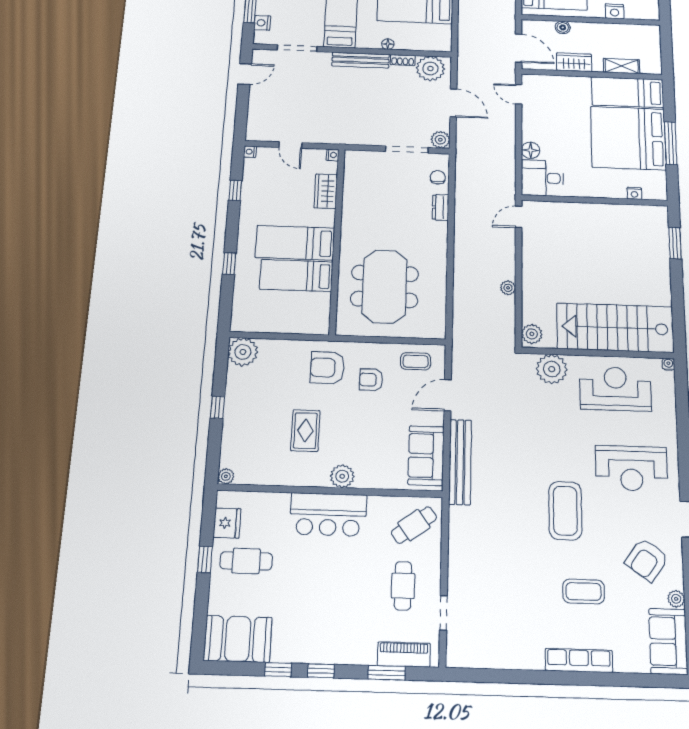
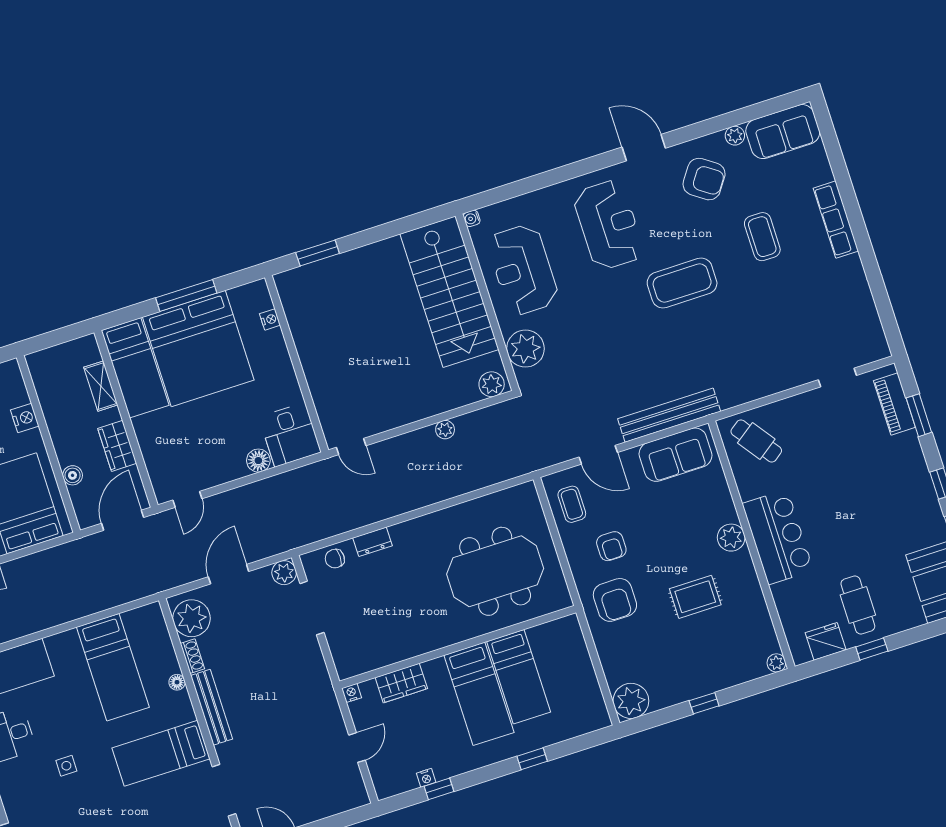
nightstand: (250, 152) -> (426, 778), moved
cafe table: (403, 586) -> (825, 430), removed

